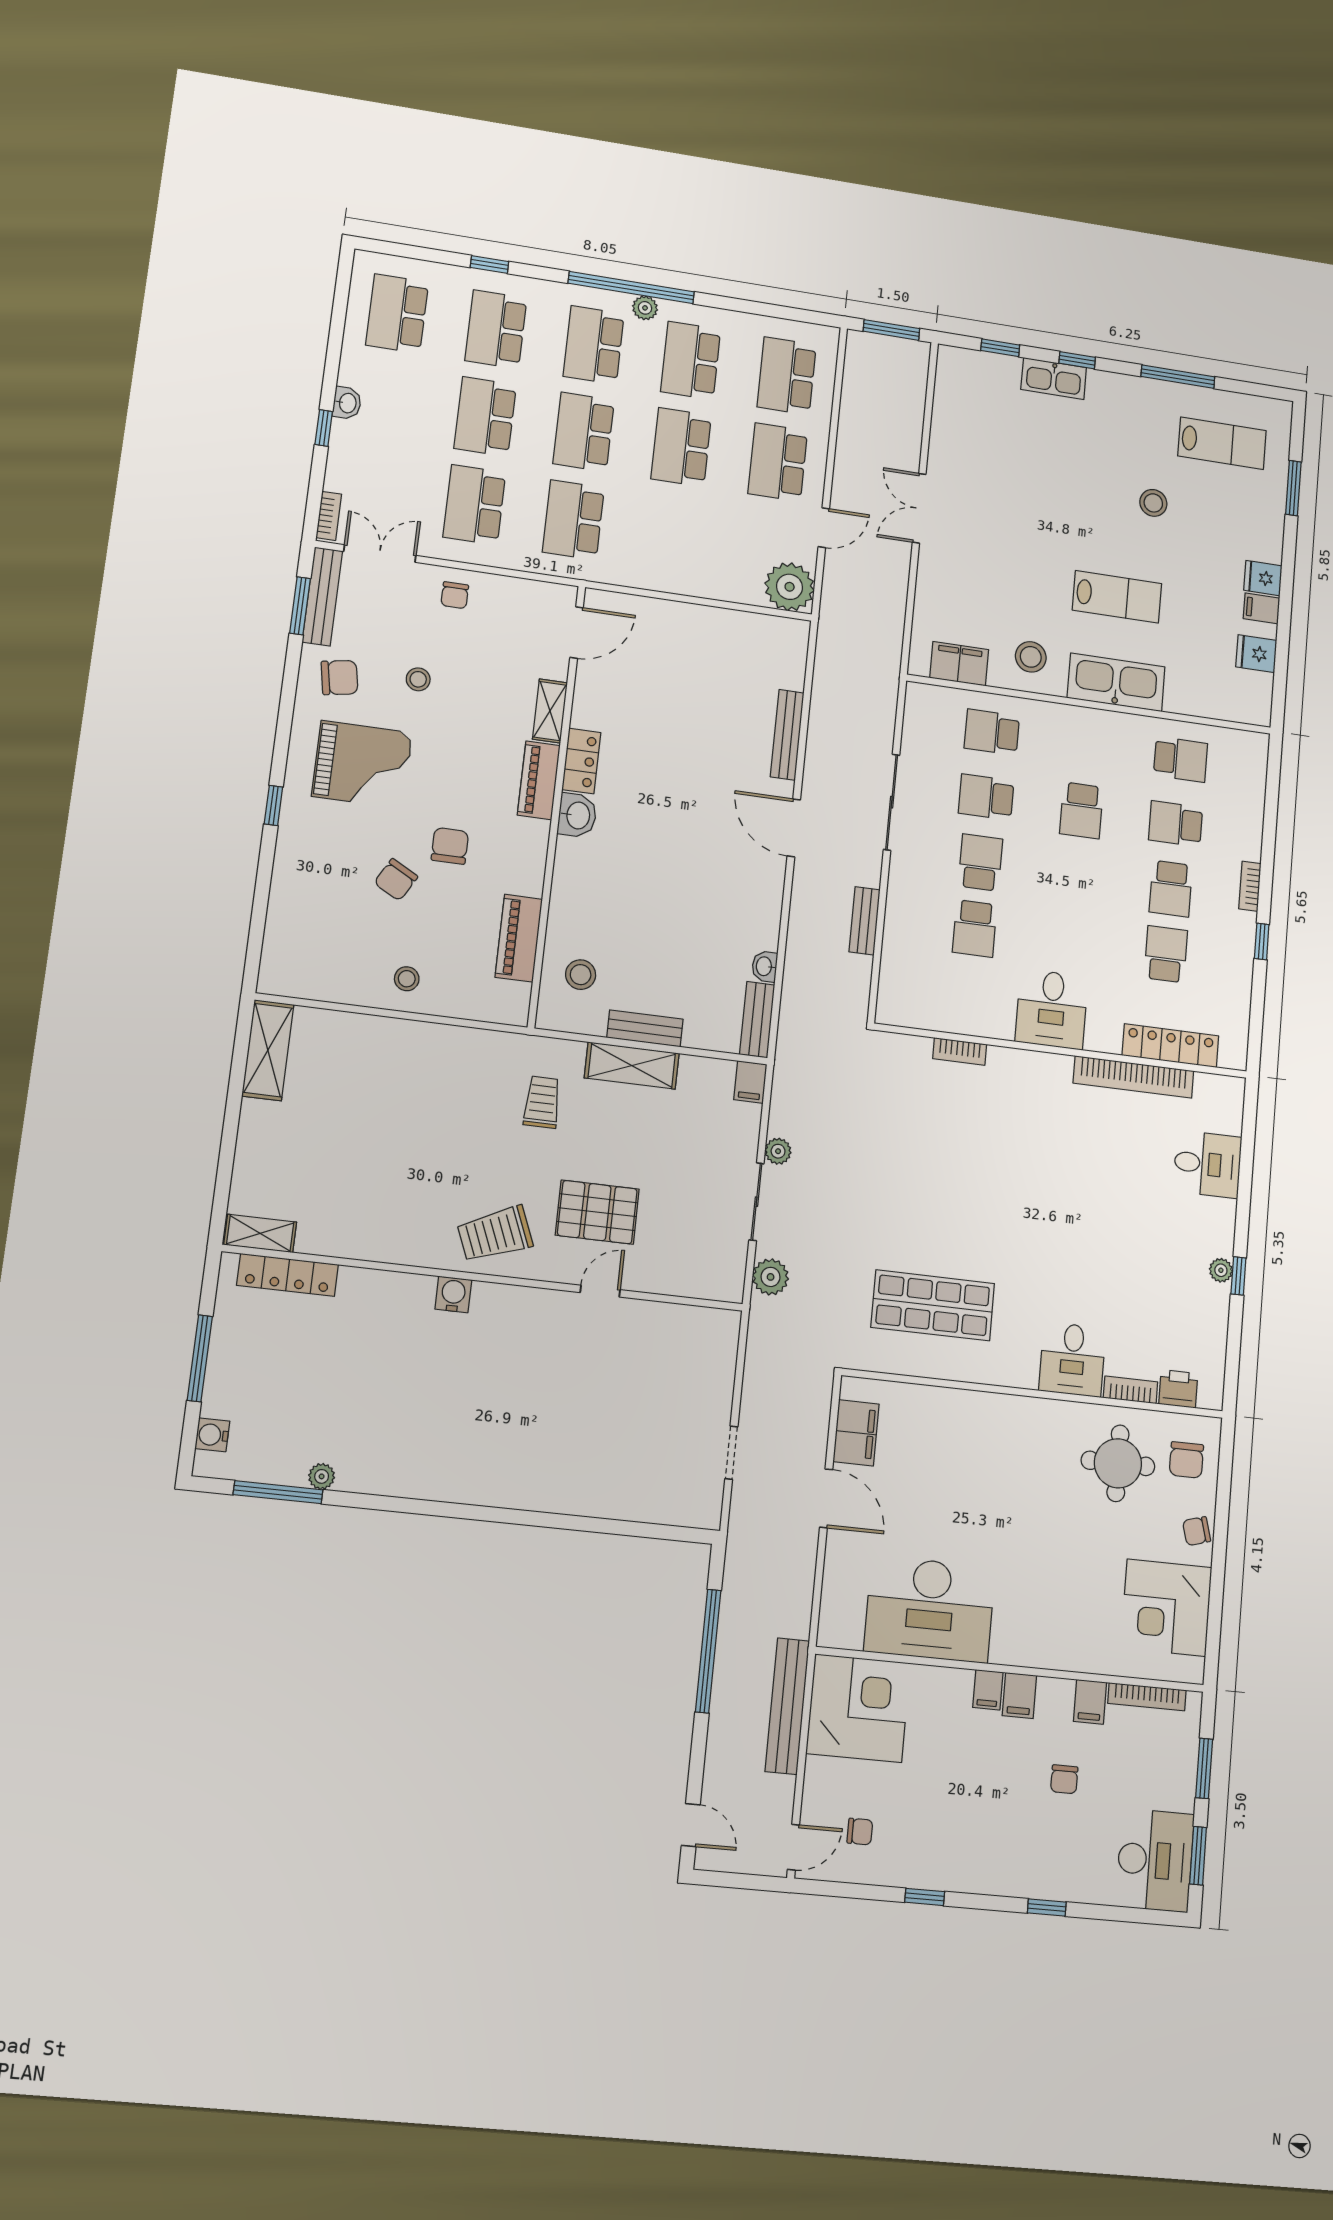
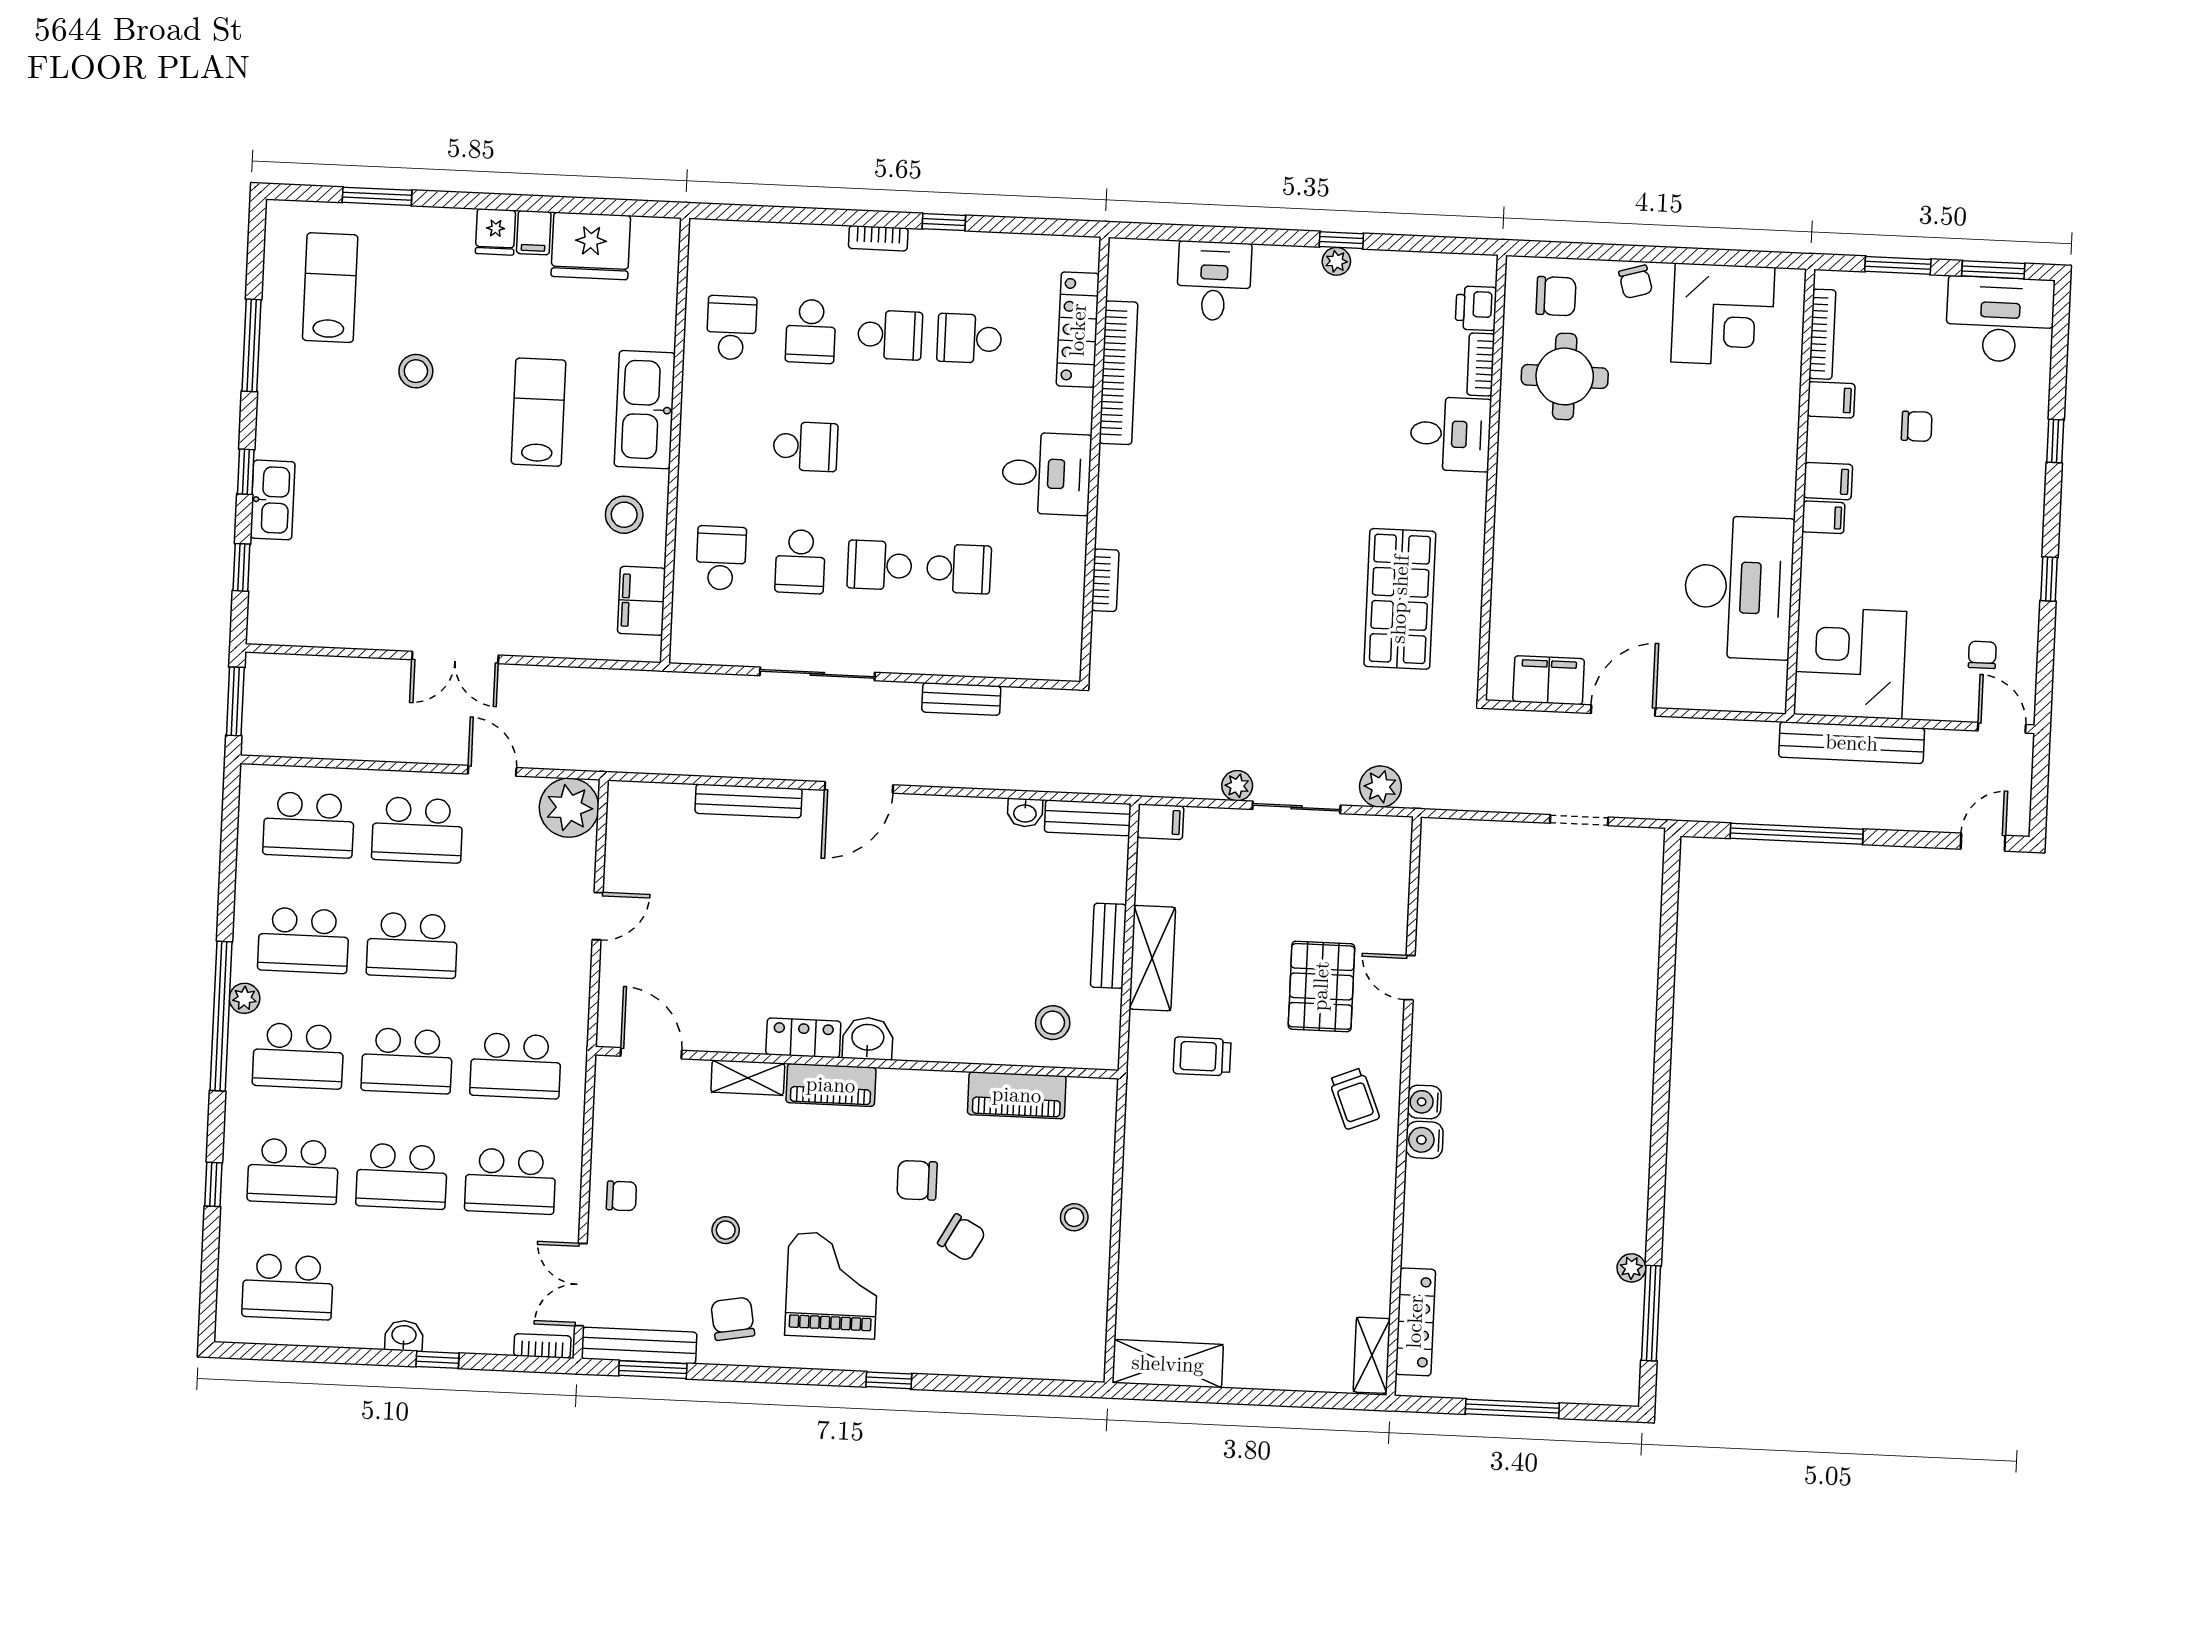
door: (697, 601) -> (598, 916), added
fridge: (1256, 654) -> (591, 246), width x1.88, depth x1.34
school desk: (992, 732) -> (721, 558), turned 180
trolley: (495, 1234) -> (1354, 1099), width x0.73, depth x0.72
water cooler: (212, 1435) -> (1424, 1102), moved, turned 90

